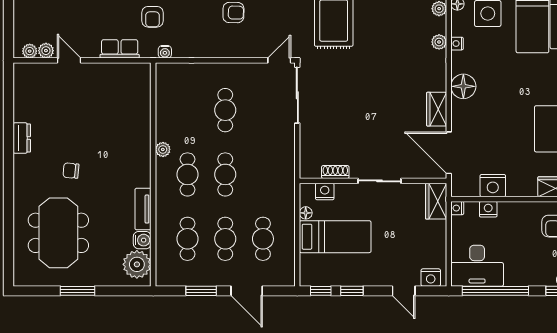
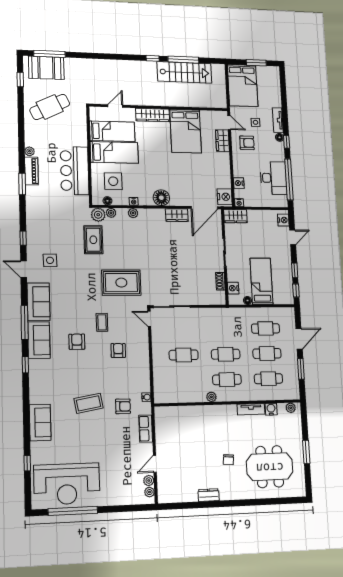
nightstand: (493, 186) -> (225, 197), moved
plant: (137, 264) -> (291, 408), width x0.53, depth x0.53
desk: (477, 266) -> (273, 178), moved

